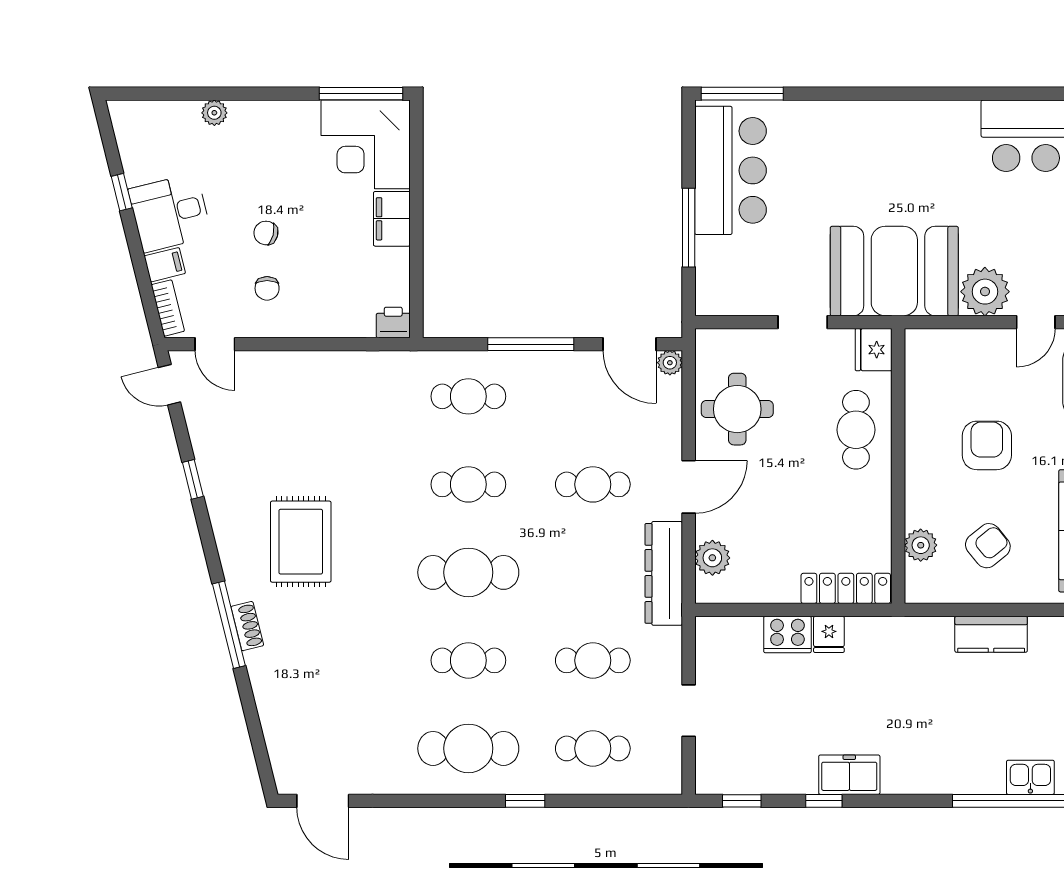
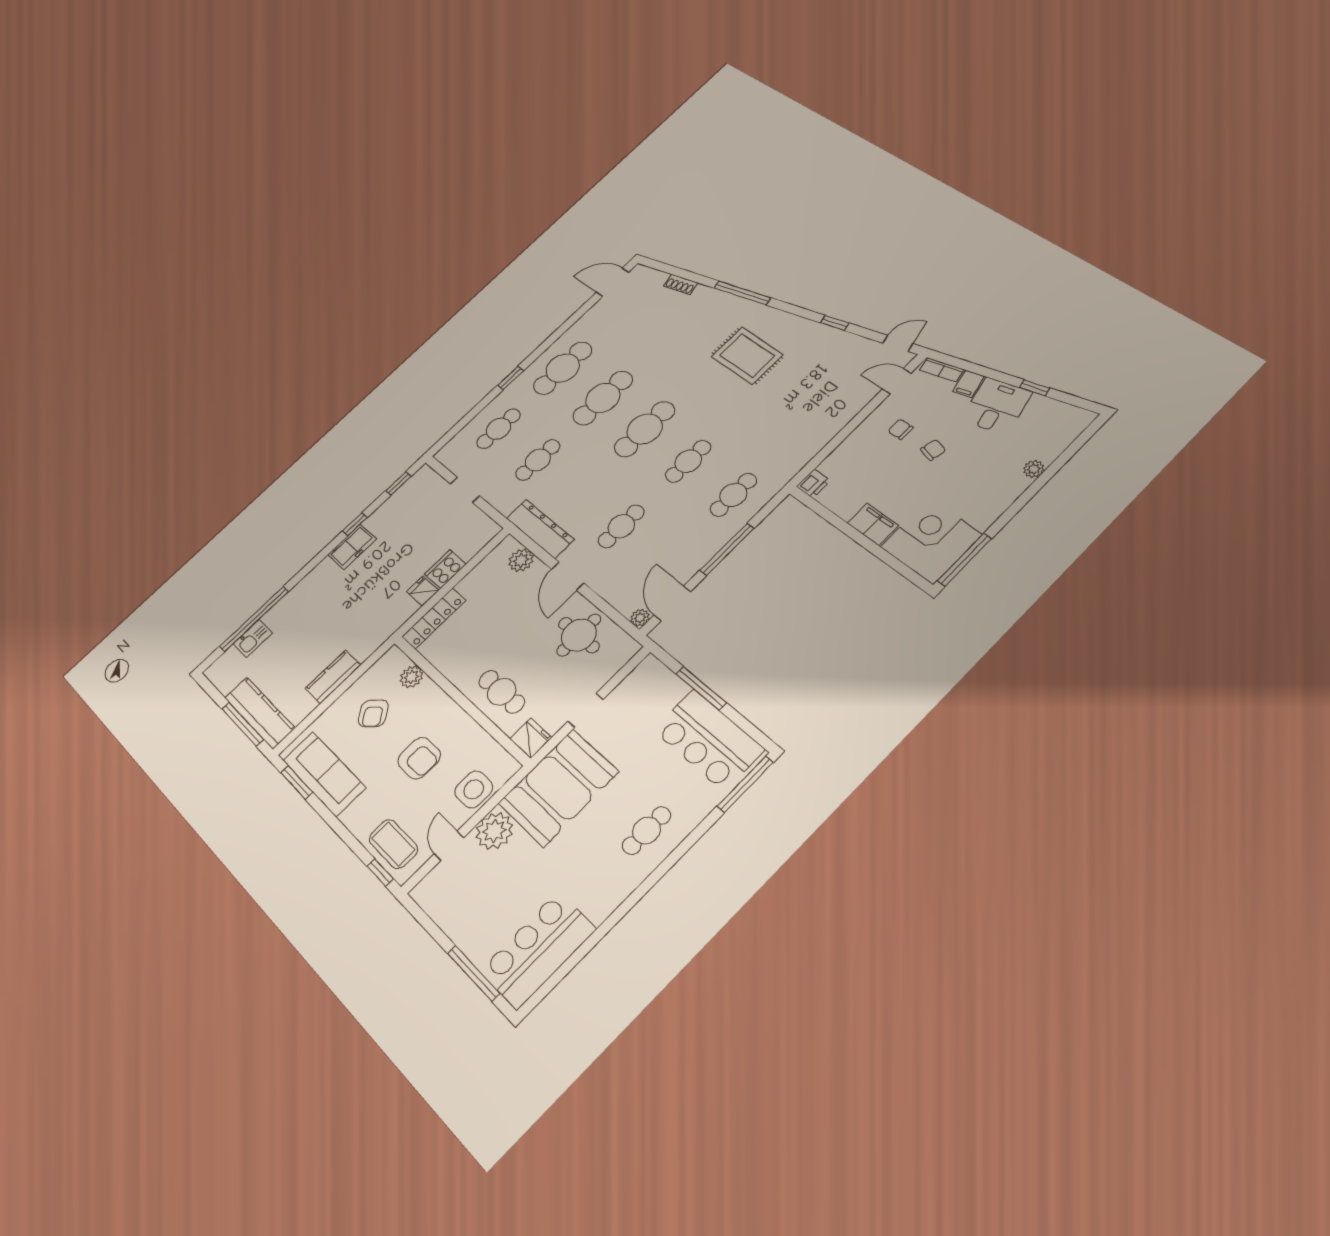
cafe table: (860, 144) -> (646, 831), added
door: (629, 344) -> (672, 603), hinge flipped
side table: (967, 355) -> (474, 789), added
shoe rack: (247, 626) -> (681, 284), moved
cafe table: (468, 660) -> (603, 398), width x1.37, depth x1.35

